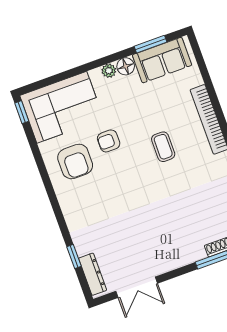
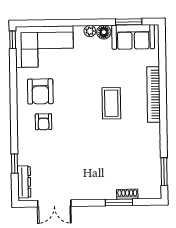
armchair: (109, 141) -> (44, 122), moved, turned -90
coffee table: (163, 147) -> (111, 103), width x1.36, depth x1.30

